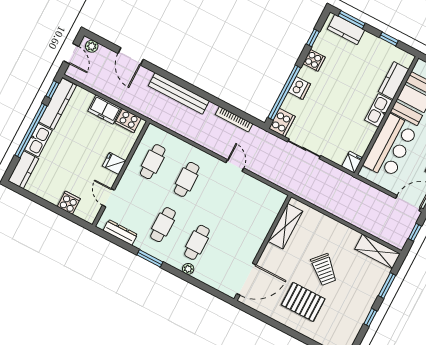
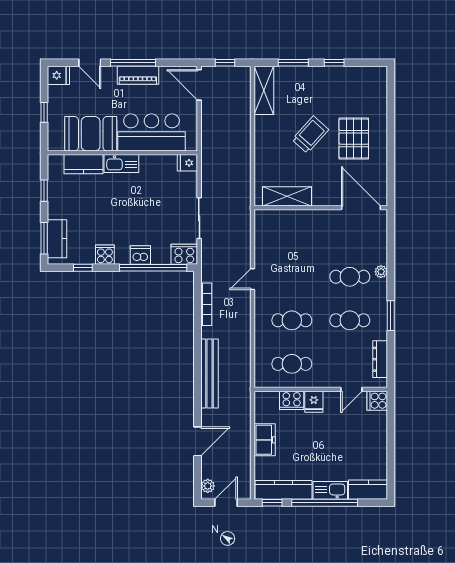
cooker: (128, 121) -> (292, 400), moved, turned 90
cooker: (69, 203) -> (377, 401), moved

